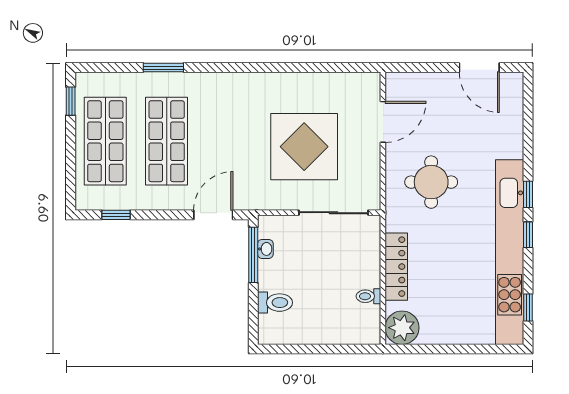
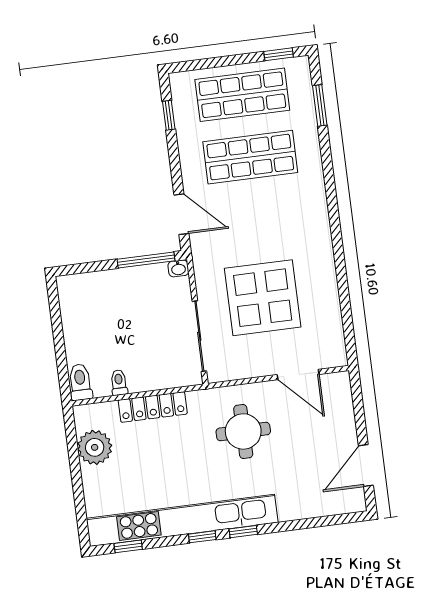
window: (163, 68) -> (320, 105), moved
washbasin: (265, 249) -> (178, 268), moved
toilet: (275, 303) -> (80, 382), moved, turned 180
plant: (402, 328) -> (95, 447), moved

